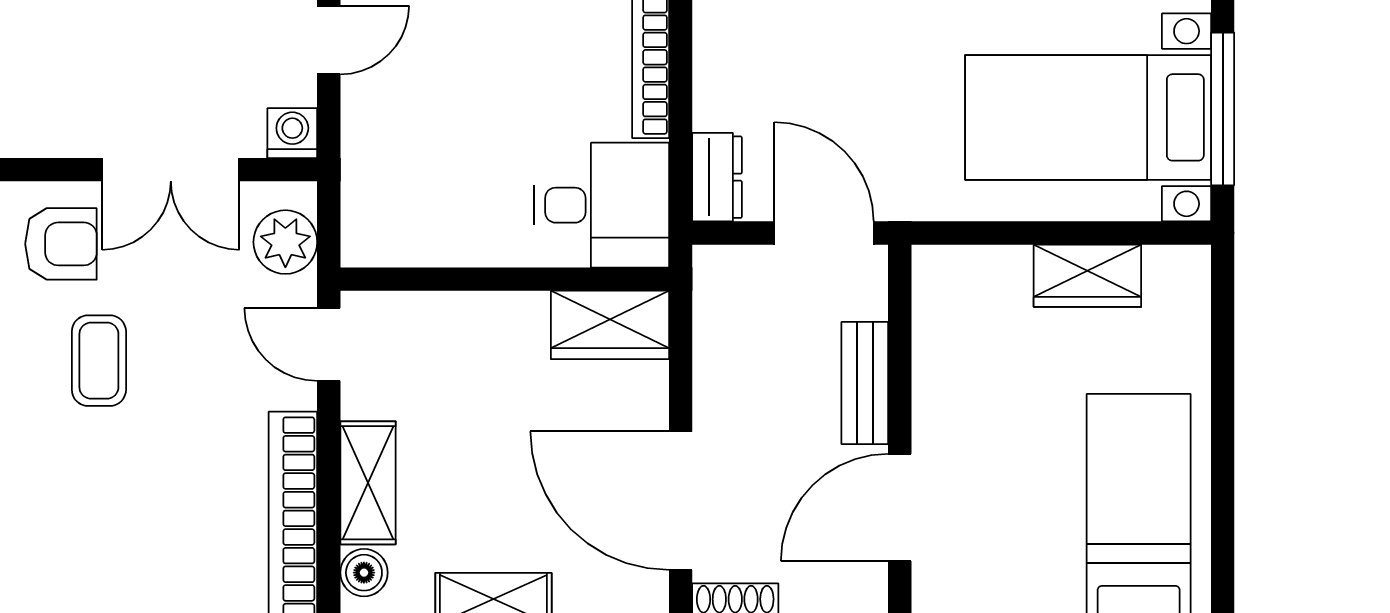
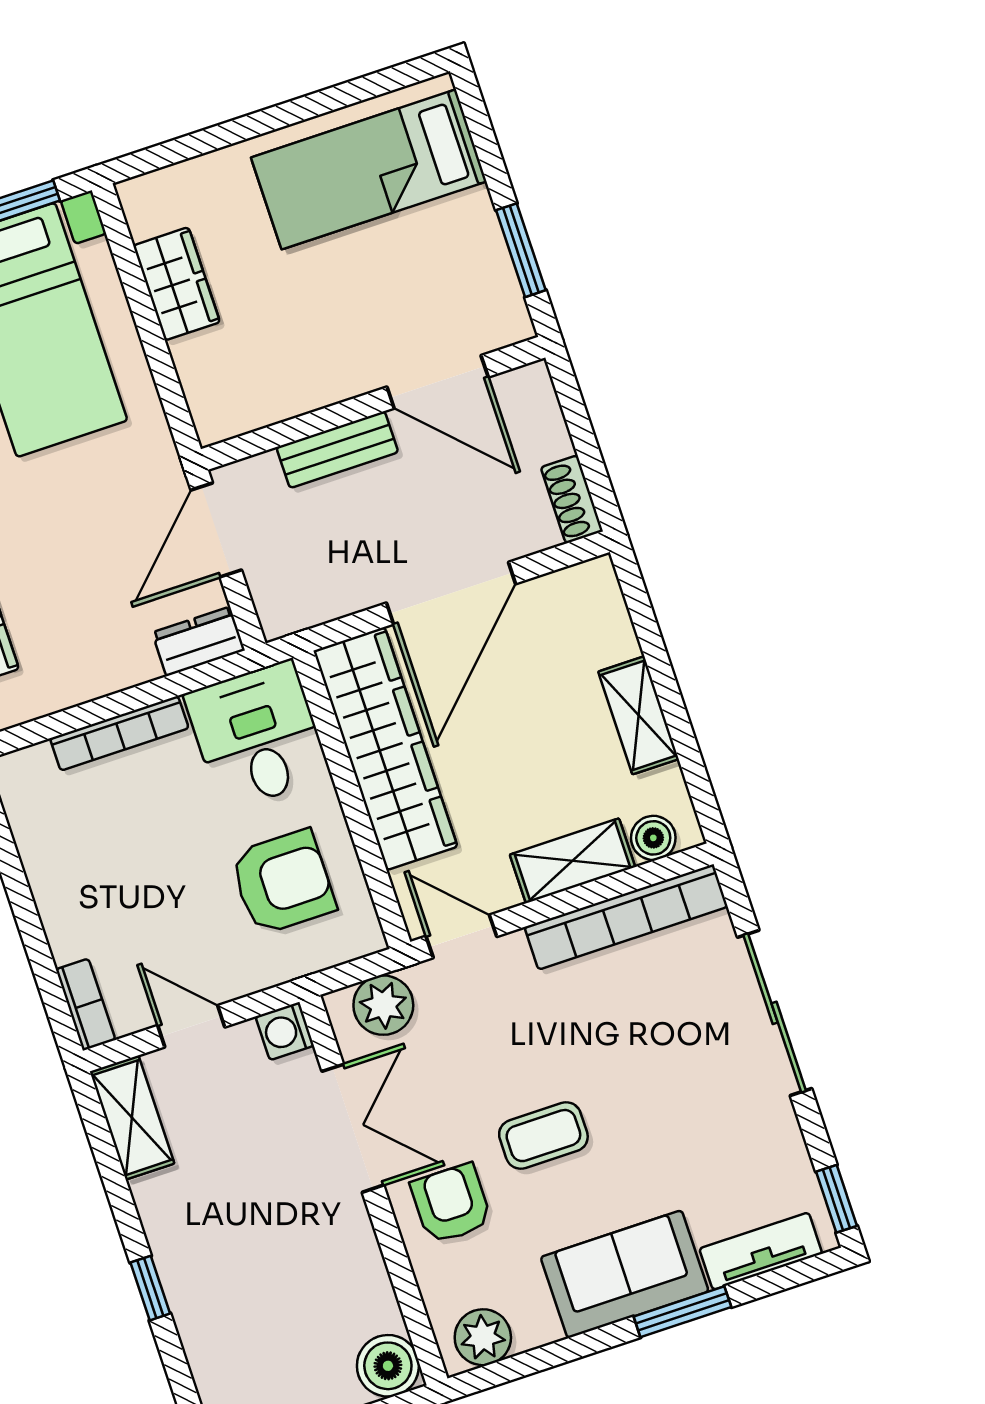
armchair: (444, 182) -> (283, 882), added
wardrobe: (610, 325) -> (385, 749), width x2.10, depth x1.17
door: (329, 345) -> (461, 936), swing flipped
door: (681, 501) -> (451, 593), moved

